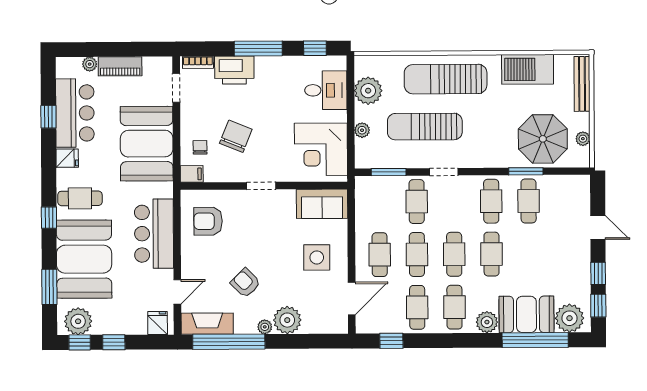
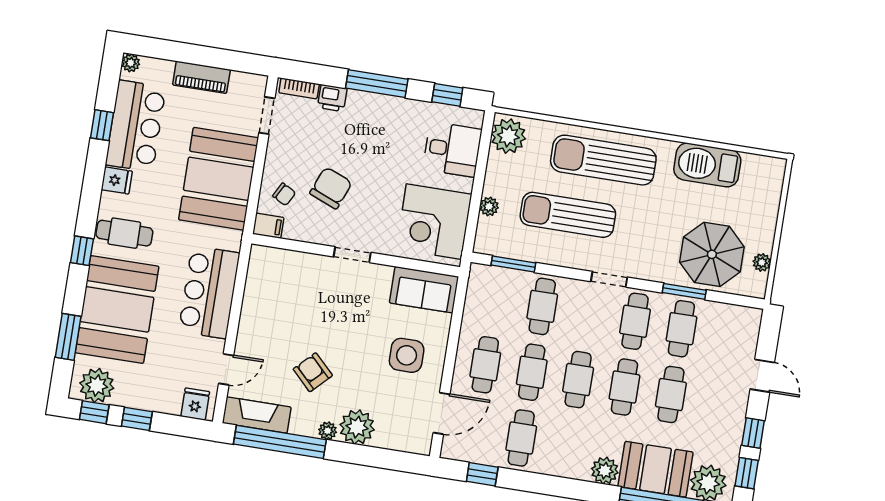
plant: (90, 64) -> (131, 63), moved
printer: (234, 70) -> (332, 98), width x0.53, depth x0.68
bench: (582, 84) -> (772, 194), removed
plant: (368, 91) -> (508, 136), moved
chair: (200, 147) -> (284, 194), turned 118
doorway: (444, 172) -> (609, 279), moved
armchair: (208, 221) -> (279, 288), removed
cafe table: (454, 307) -> (671, 394), moved

